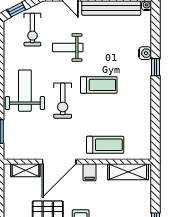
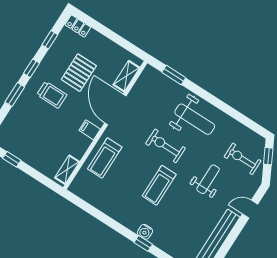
water cooler: (145, 53) -> (145, 232), moved
shelving: (128, 172) -> (67, 170), width x0.67, depth x0.75

